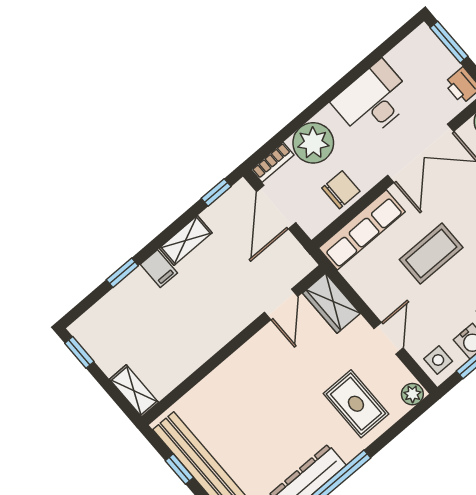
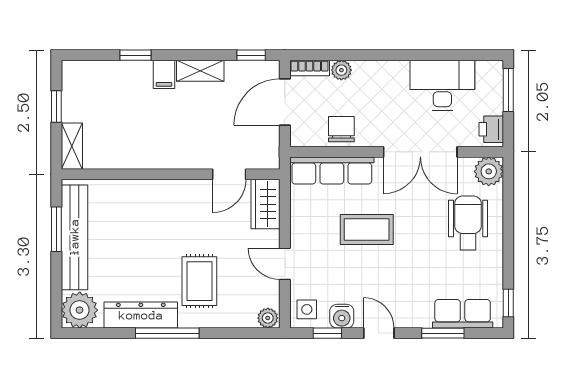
desk: (373, 100) -> (442, 85), moved
plant: (313, 143) -> (341, 70), width x0.53, depth x0.53
chair: (341, 190) -> (341, 129), turned -90
door: (389, 338) -> (285, 264), swing flipped
window: (79, 352) -> (56, 106), moved
rug: (356, 404) -> (199, 281), moved
window: (179, 469) -> (56, 229), width x1.50

